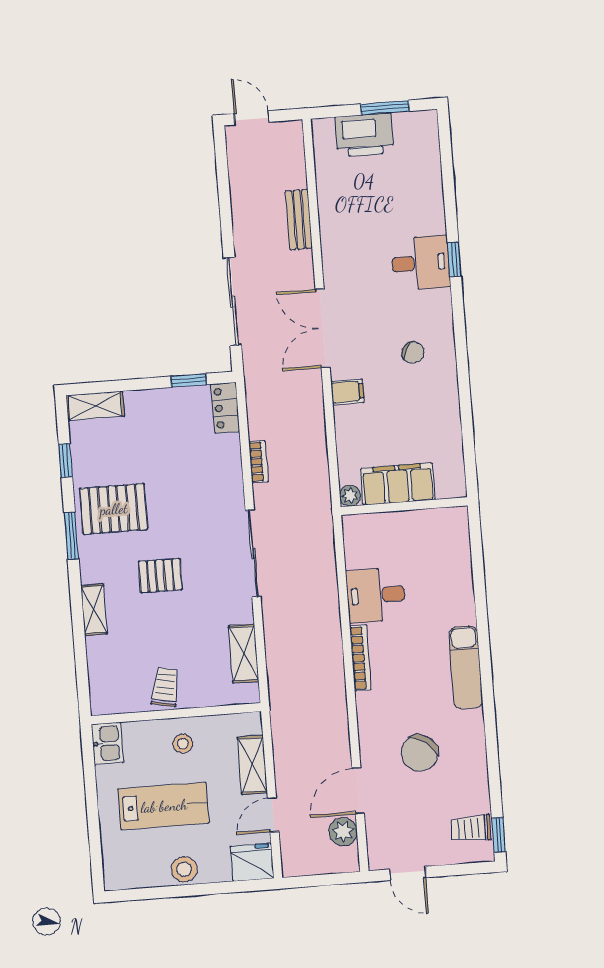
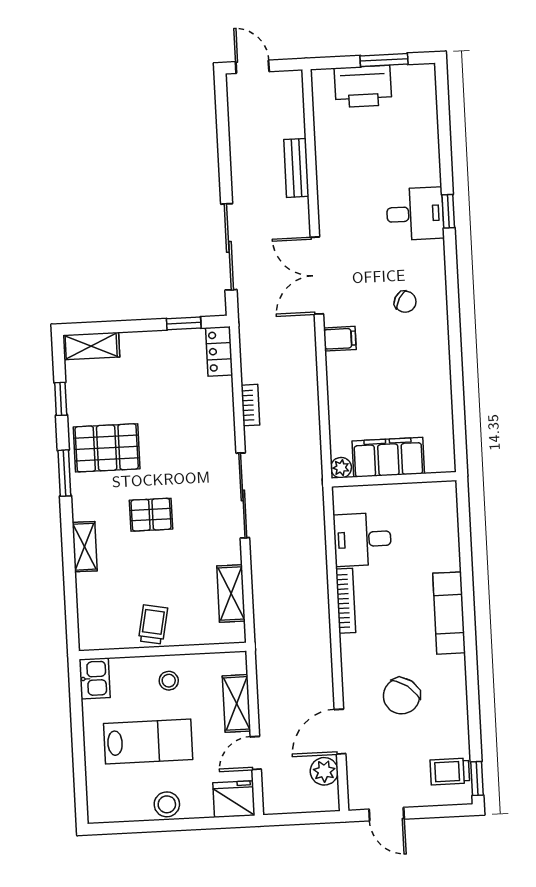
filing cabinet: (398, 484) -> (388, 457), moved
plant: (350, 496) -> (341, 468), moved
wall: (404, 506) -> (394, 479), moved

